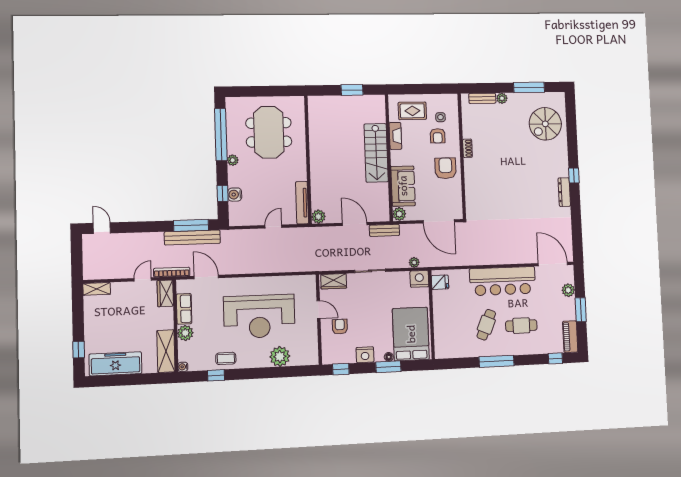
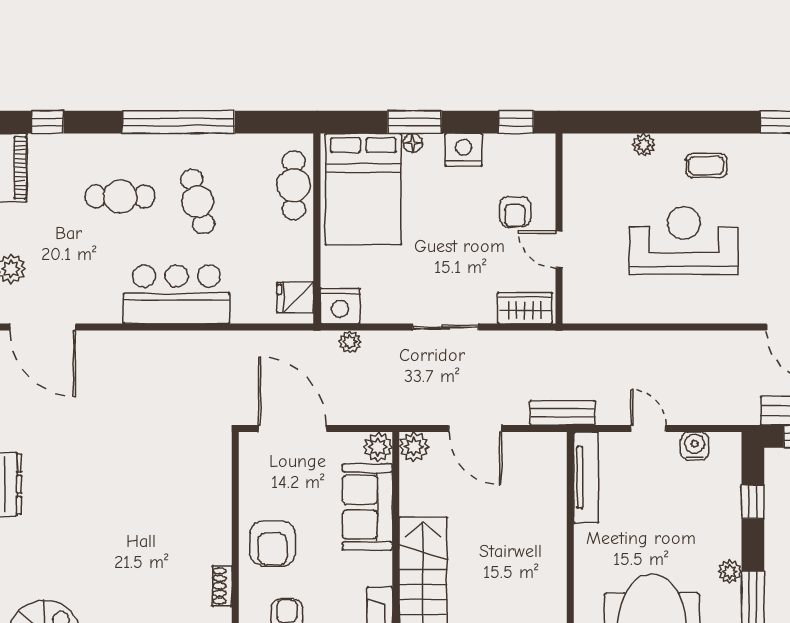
water cooler: (235, 195) -> (695, 446), moved, turned -90
plant: (318, 217) -> (414, 447), moved
door: (273, 227) -> (648, 428), swing flipped
bench: (384, 230) -> (562, 413), moved
bar counter: (503, 281) -> (176, 294), width x0.73
reception desk: (259, 316) -> (684, 240), width x0.74, depth x0.77
cafe table: (486, 325) -> (198, 202), turned -38
cafe table: (443, 334) -> (294, 185), added
plant: (280, 356) -> (644, 145), width x0.53, depth x0.53
coffee table: (226, 358) -> (706, 166), moved
window: (497, 361) -> (178, 122), width x1.46

